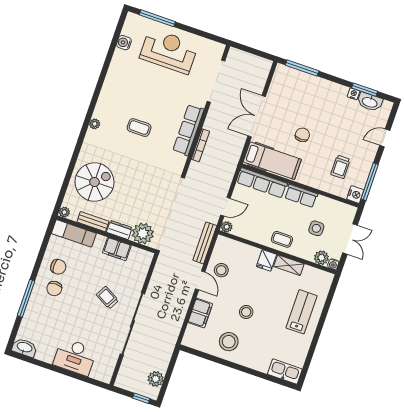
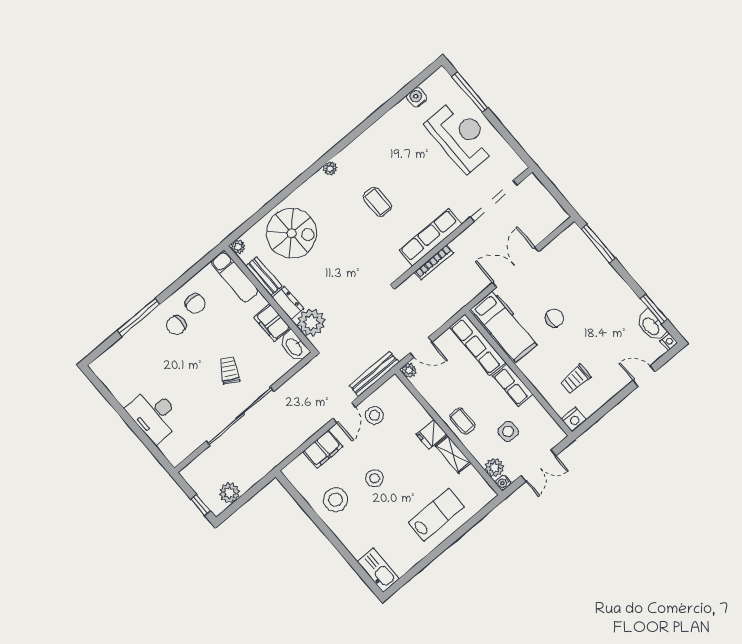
nightstand: (353, 94) -> (669, 342), moved
window: (370, 182) -> (598, 415), removed
washbasin: (24, 348) -> (294, 347), moved, turned 180

